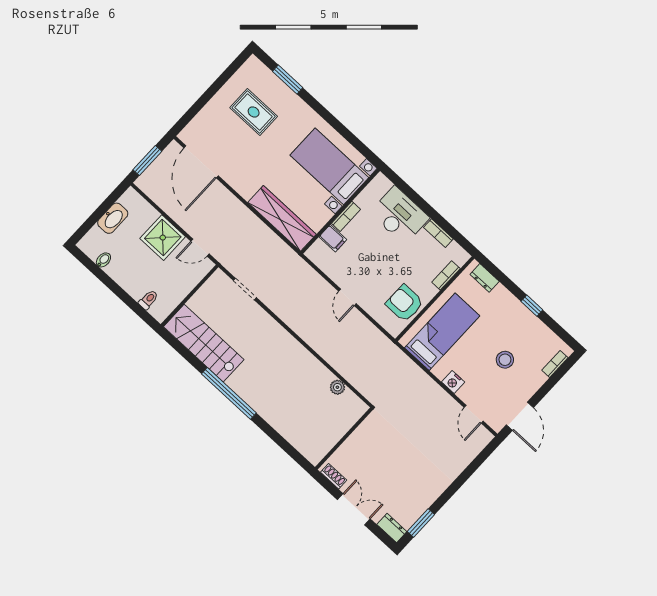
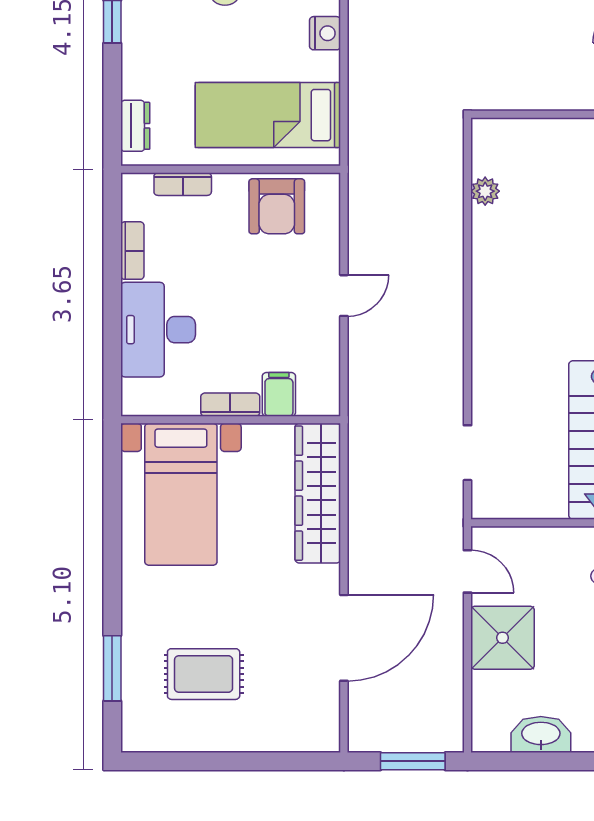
rug: (254, 112) -> (204, 674), turned 90
door: (201, 162) -> (344, 638), moved

